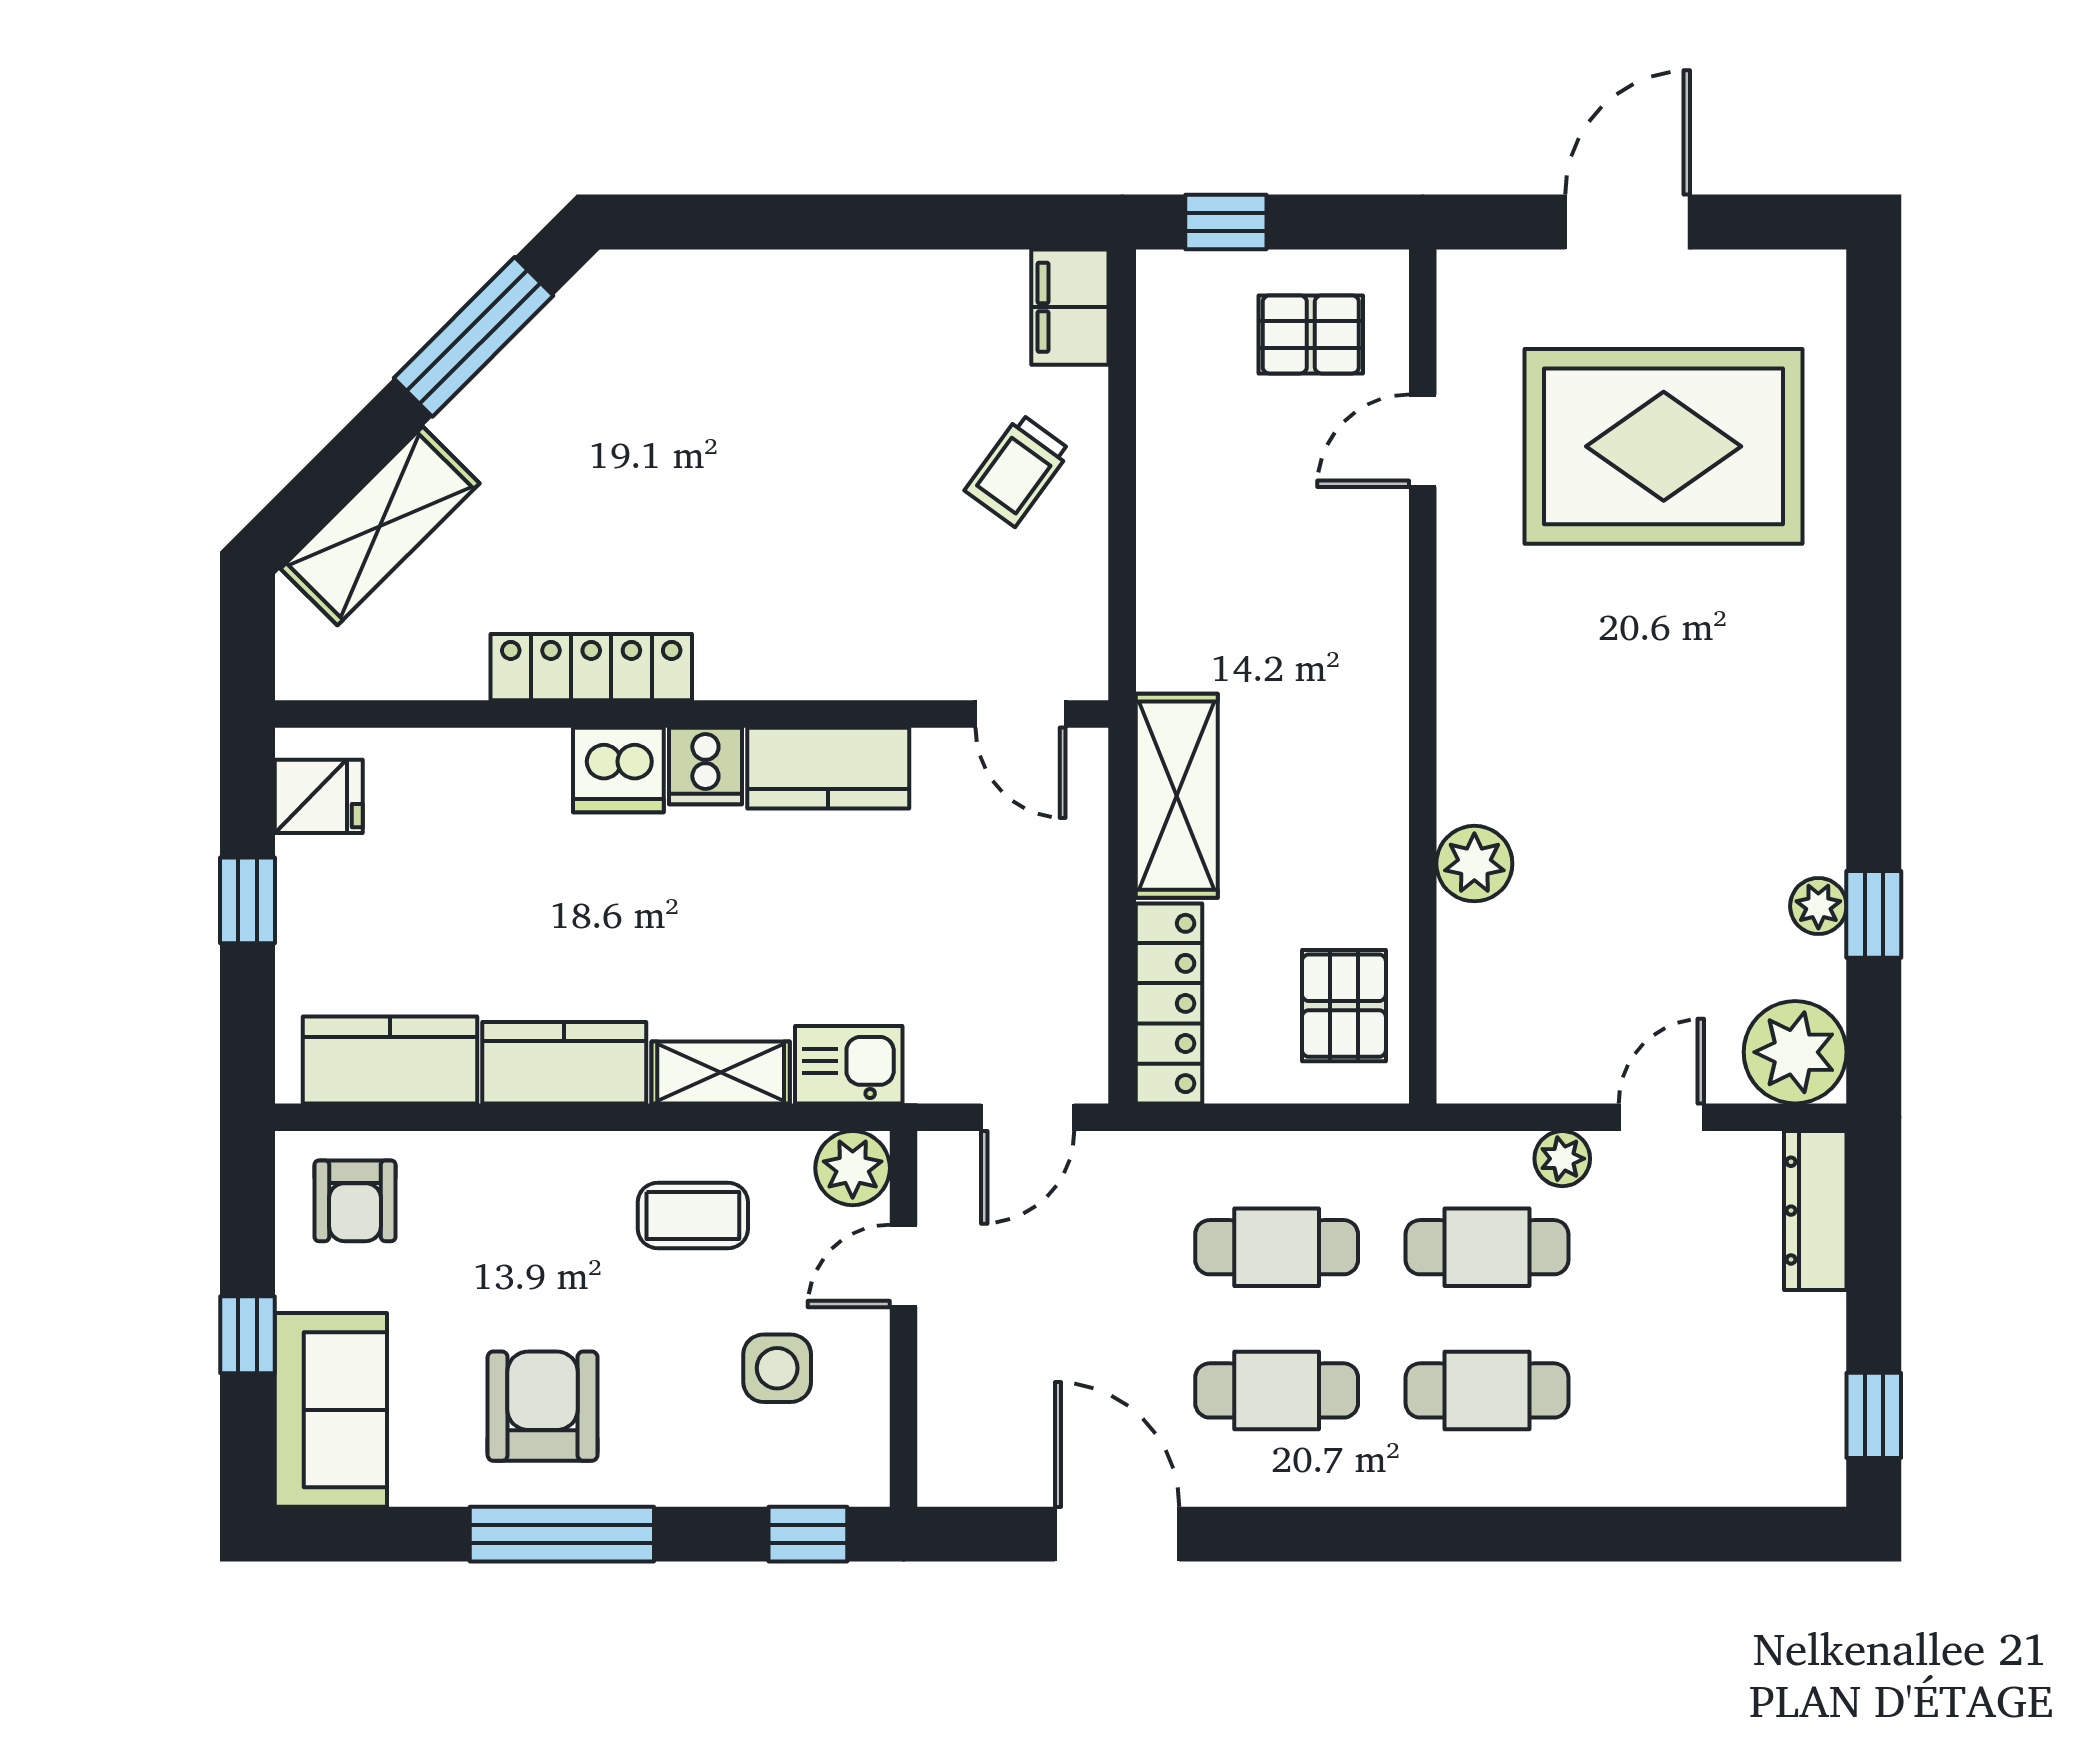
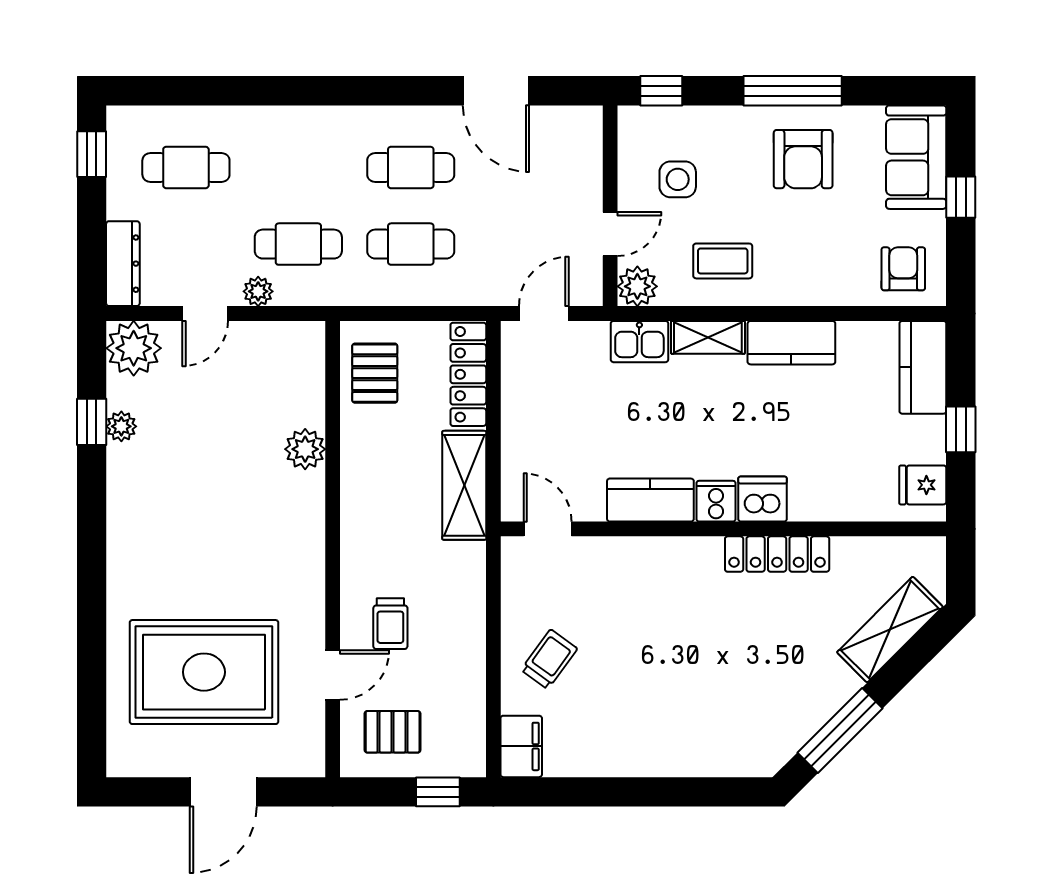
trolley: (1315, 537) -> (390, 624), added
kitchen counter: (390, 1060) -> (923, 367), moved, turned 90
cafe table: (1487, 1390) -> (186, 167), moved

